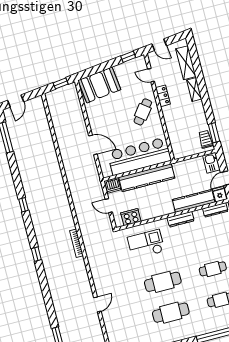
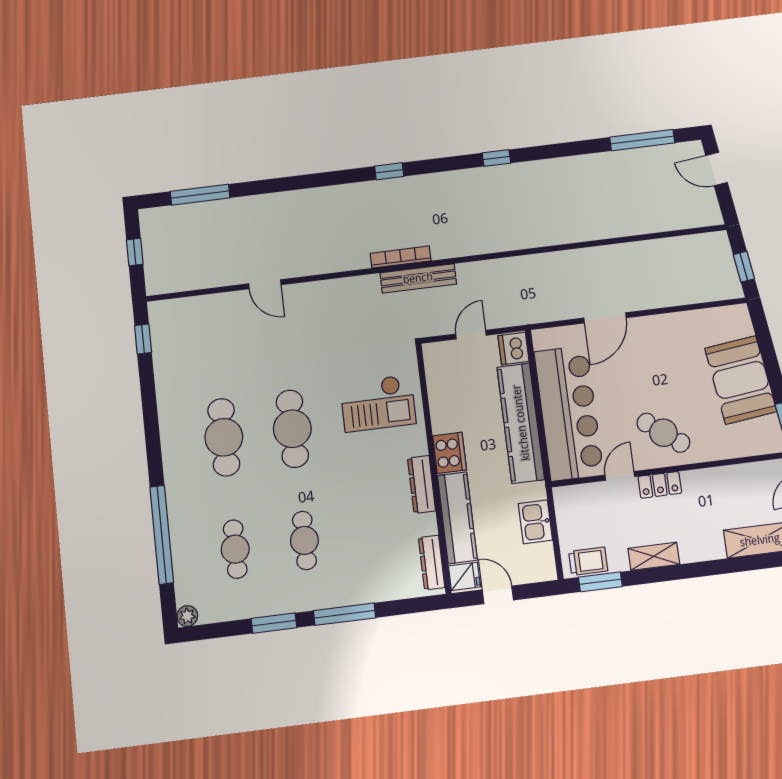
door: (151, 75) -> (620, 476), moved
booth: (99, 85) -> (741, 380), moved
shelving: (194, 90) -> (654, 556), moved
locker: (163, 96) -> (660, 485), moved
kitchen sink: (211, 163) -> (535, 522), moved, turned -90
cooker: (131, 217) -> (449, 453), moved
bench: (85, 234) -> (418, 278), added
checkout: (146, 244) -> (378, 403), turned 90

